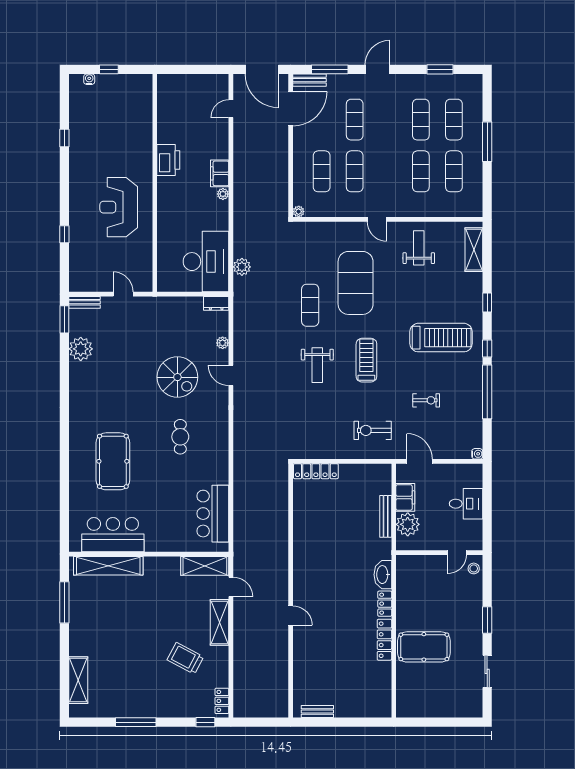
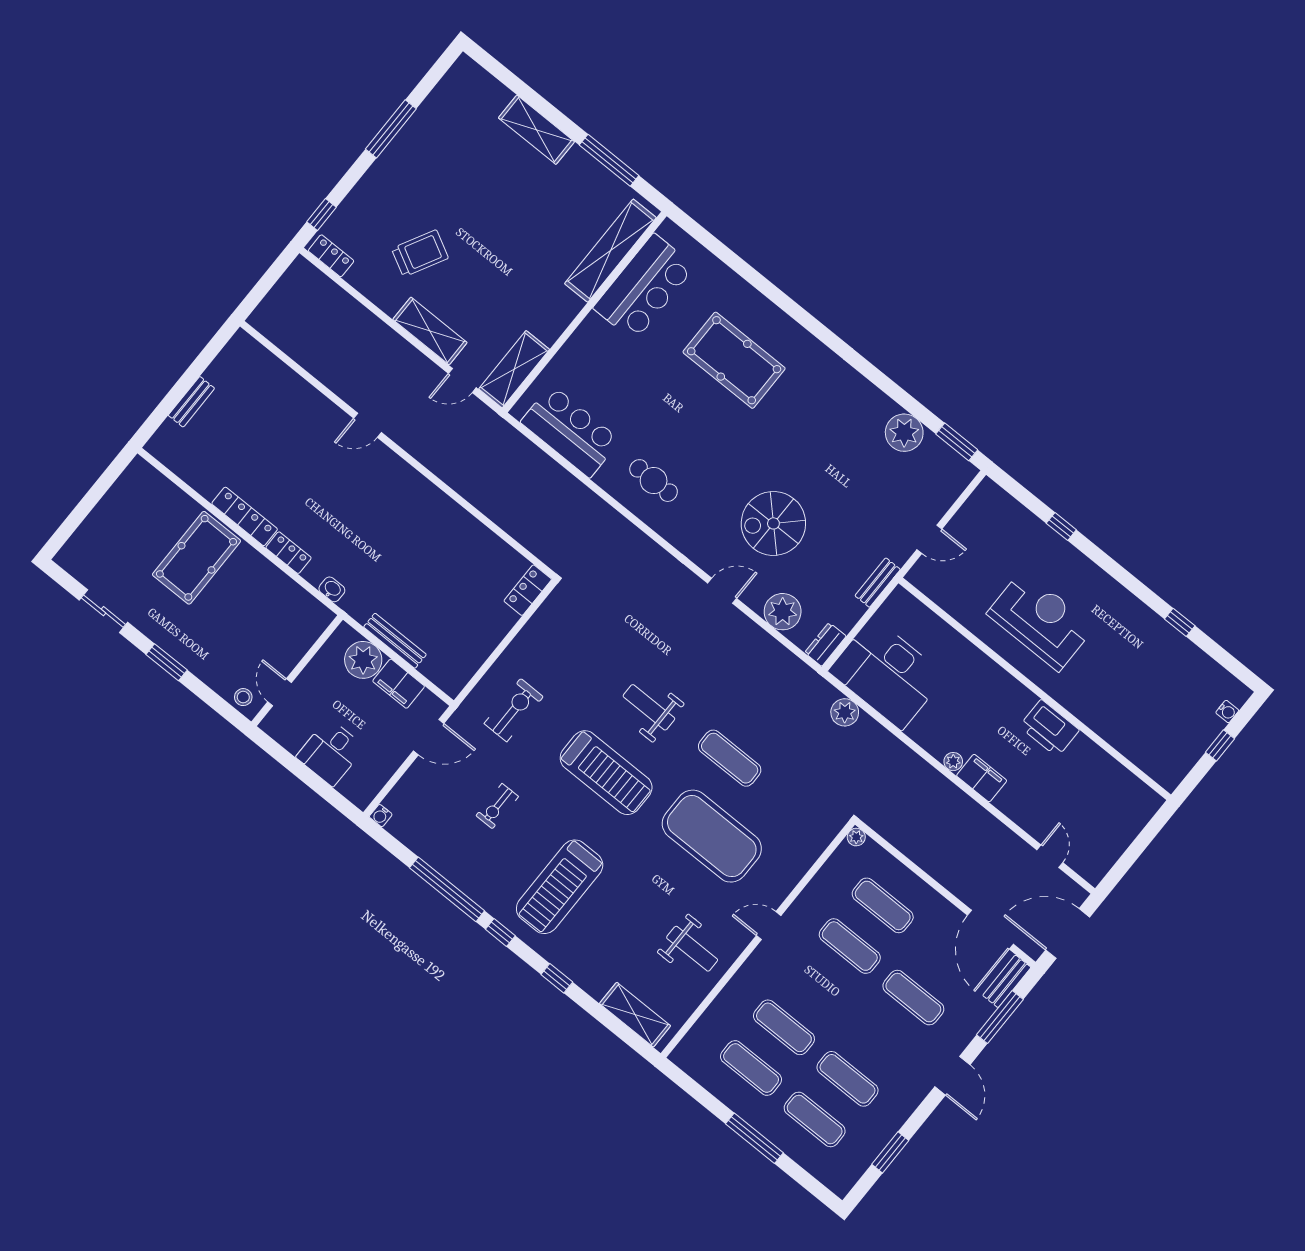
bench: (84, 302) -> (878, 583), moved
plant: (223, 343) -> (783, 612), width x1.88, depth x1.88
treadmill: (366, 360) -> (606, 773), width x1.37, depth x1.38
cafe table: (180, 437) -> (654, 481), moved
locker: (316, 471) -> (528, 590), width x0.66
washbasin: (383, 575) -> (332, 589), width x0.52, depth x0.69
shelving: (78, 680) -> (536, 130), moved
bench: (317, 711) -> (191, 402), moved

